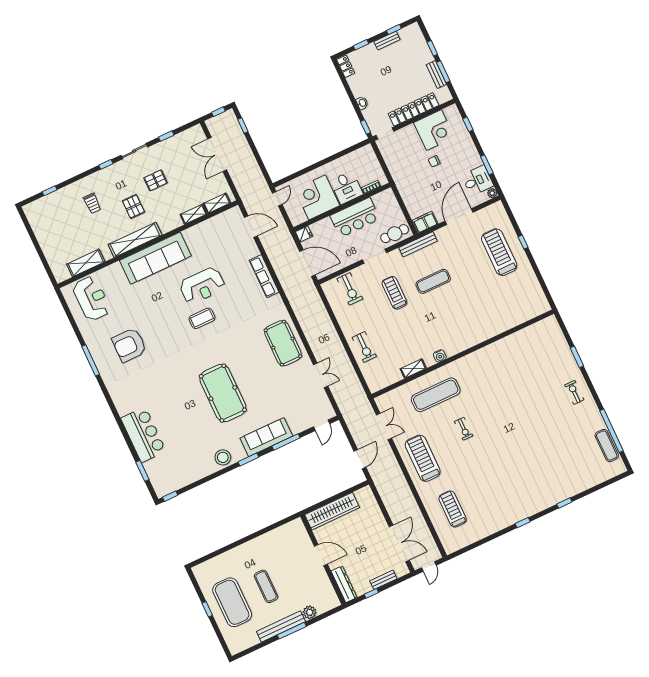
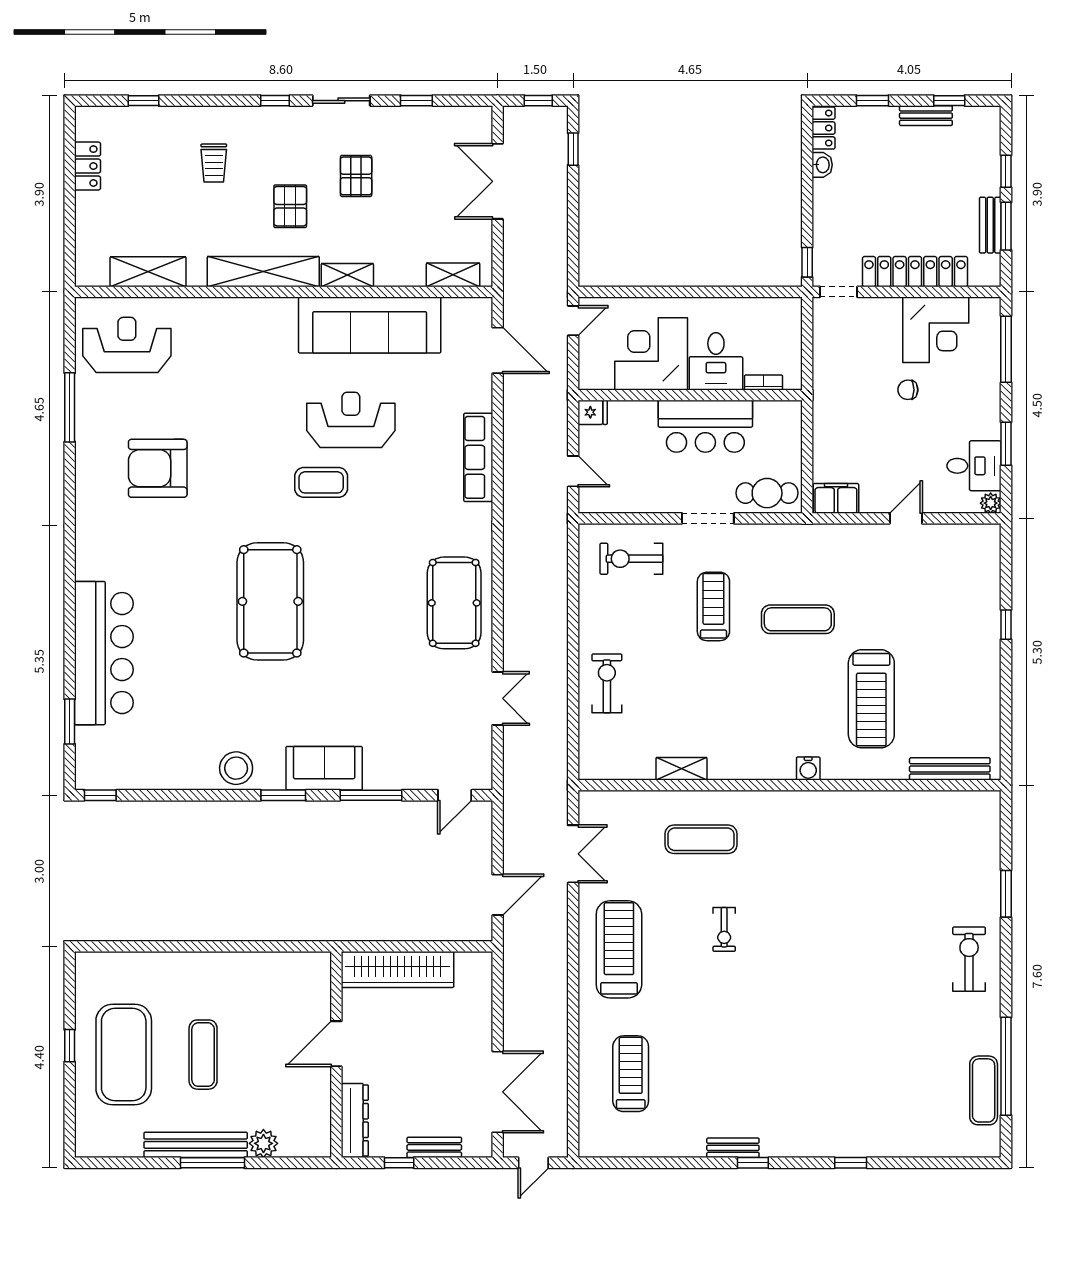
washbasin: (362, 103) -> (822, 165), moved
window: (468, 124) -> (1006, 349), width x2.17
pallet: (156, 180) -> (356, 176), turned 90
shelving: (193, 214) -> (347, 275), moved
door: (459, 217) -> (906, 518), width x0.53
locker: (39, 230) -> (88, 166), added
bench: (418, 244) -> (950, 769), moved
treadmill: (499, 252) -> (871, 699), moved, turned 180
sofa: (155, 258) -> (370, 325), moved
door: (307, 263) -> (573, 471), width x0.53
reception desk: (202, 286) -> (351, 420), turned 180
exercise bike: (350, 289) -> (631, 559), turned 90
reception desk: (91, 298) -> (127, 345), turned -90
exercise bike: (364, 347) -> (607, 683), turned 180
water cooler: (440, 356) -> (808, 768), moved
window: (91, 360) -> (70, 407), moved
exercise bike: (574, 392) -> (969, 959), width x1.38, depth x1.39
pool table: (223, 393) -> (270, 601), moved
exercise mat: (436, 395) -> (701, 839), width x0.73, depth x0.69
bar counter: (143, 435) -> (104, 653), width x1.36
sofa: (266, 437) -> (324, 768), width x0.73
bench: (511, 520) -> (733, 1148), added
door: (321, 555) -> (336, 1044), swing flipped

